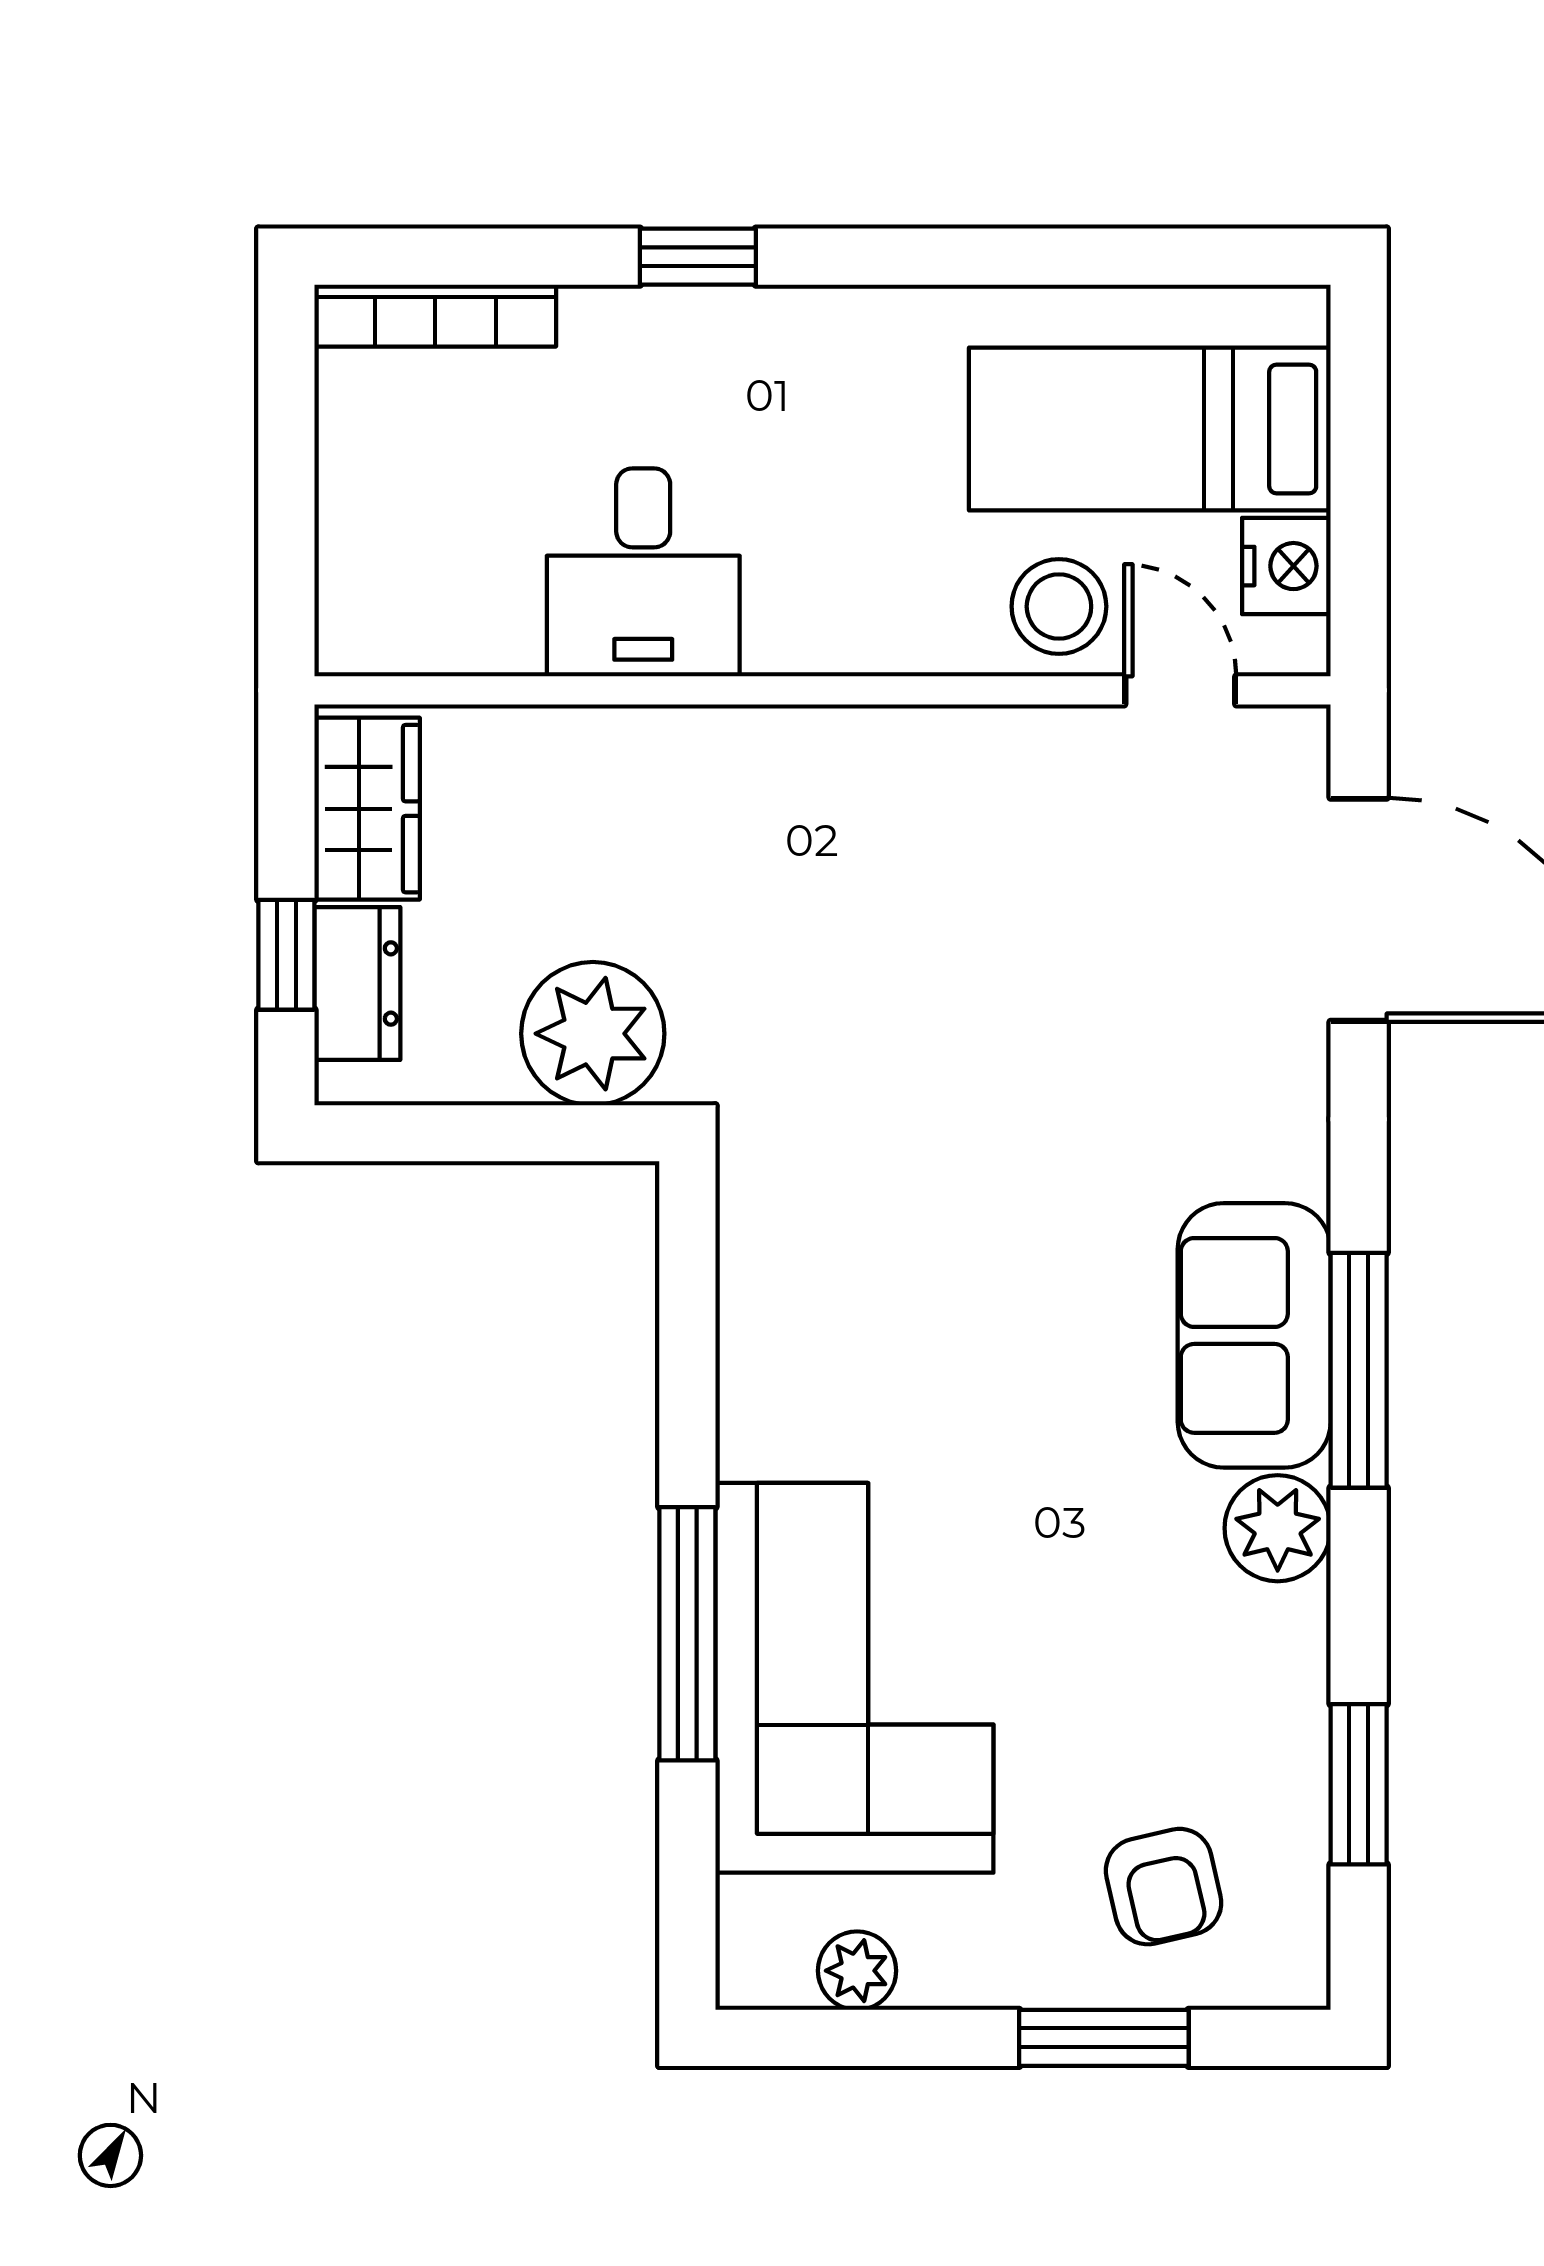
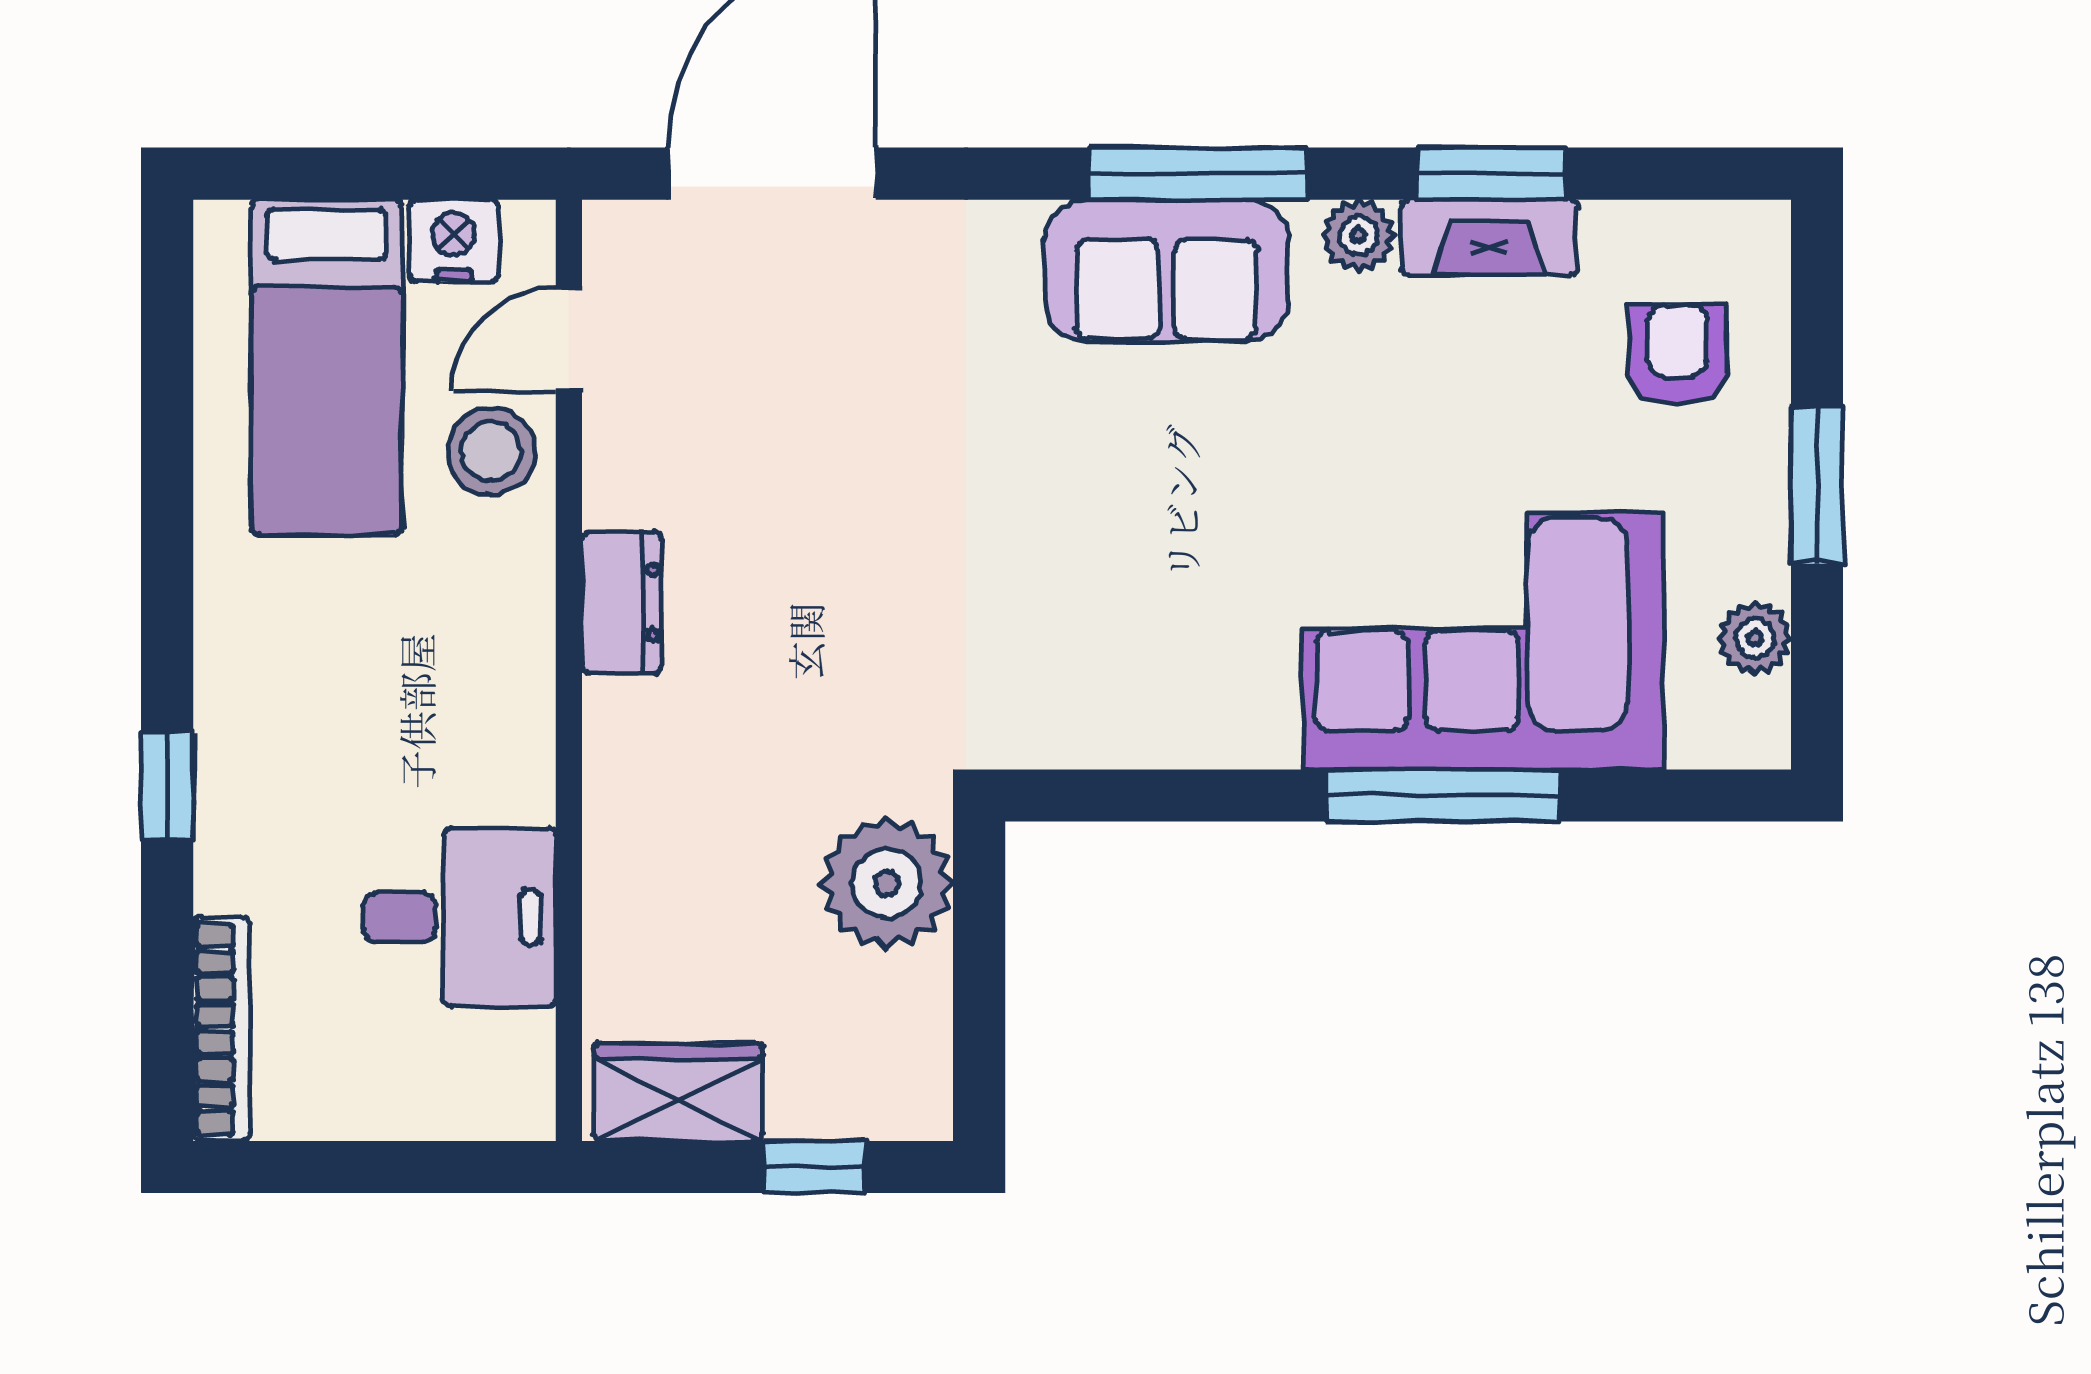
desk: (643, 572) -> (460, 917), moved
dresser: (357, 983) -> (622, 603), moved, turned 90
plant: (1278, 1528) -> (1358, 235), width x0.73, depth x0.73
fireplace: (1290, 1684) -> (1489, 237), added
window: (1359, 1784) -> (1491, 174), moved
armchair: (1164, 1887) -> (1677, 354), turned -77
window: (1104, 2038) -> (1817, 485), moved

